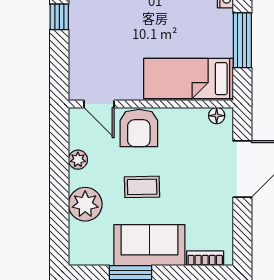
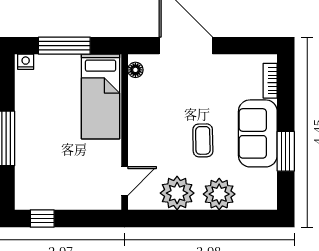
armchair: (139, 128) -> (147, 143), removed
plant: (78, 160) -> (177, 193), width x1.88, depth x1.88

